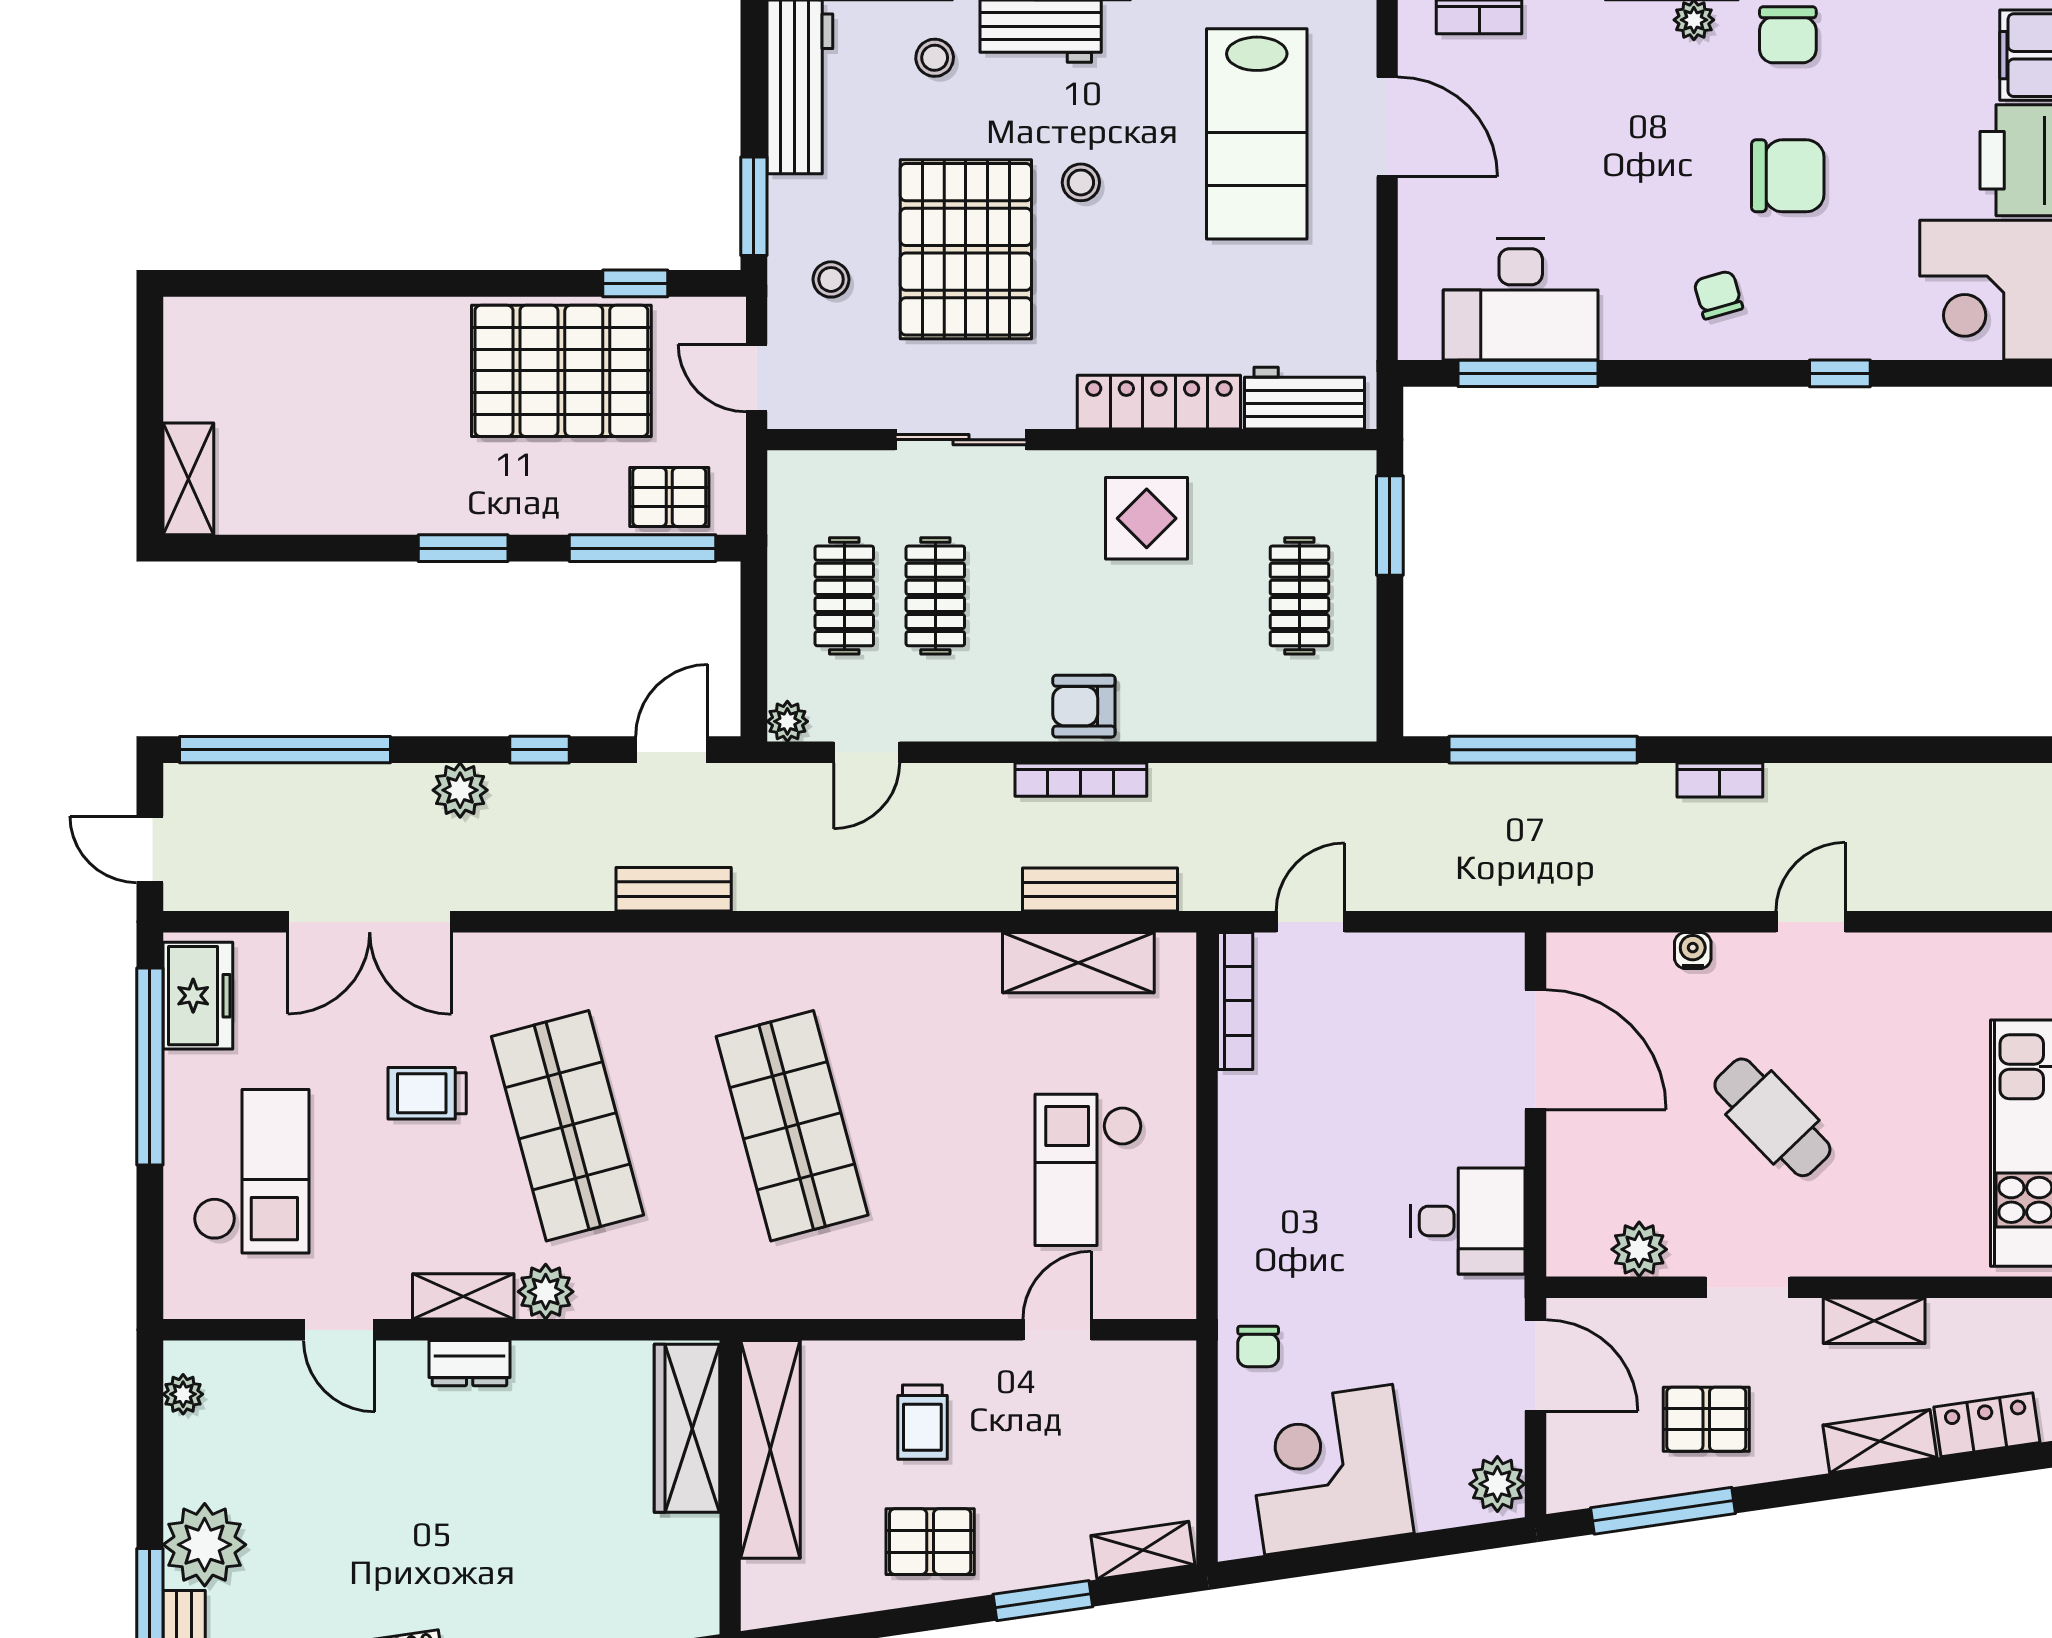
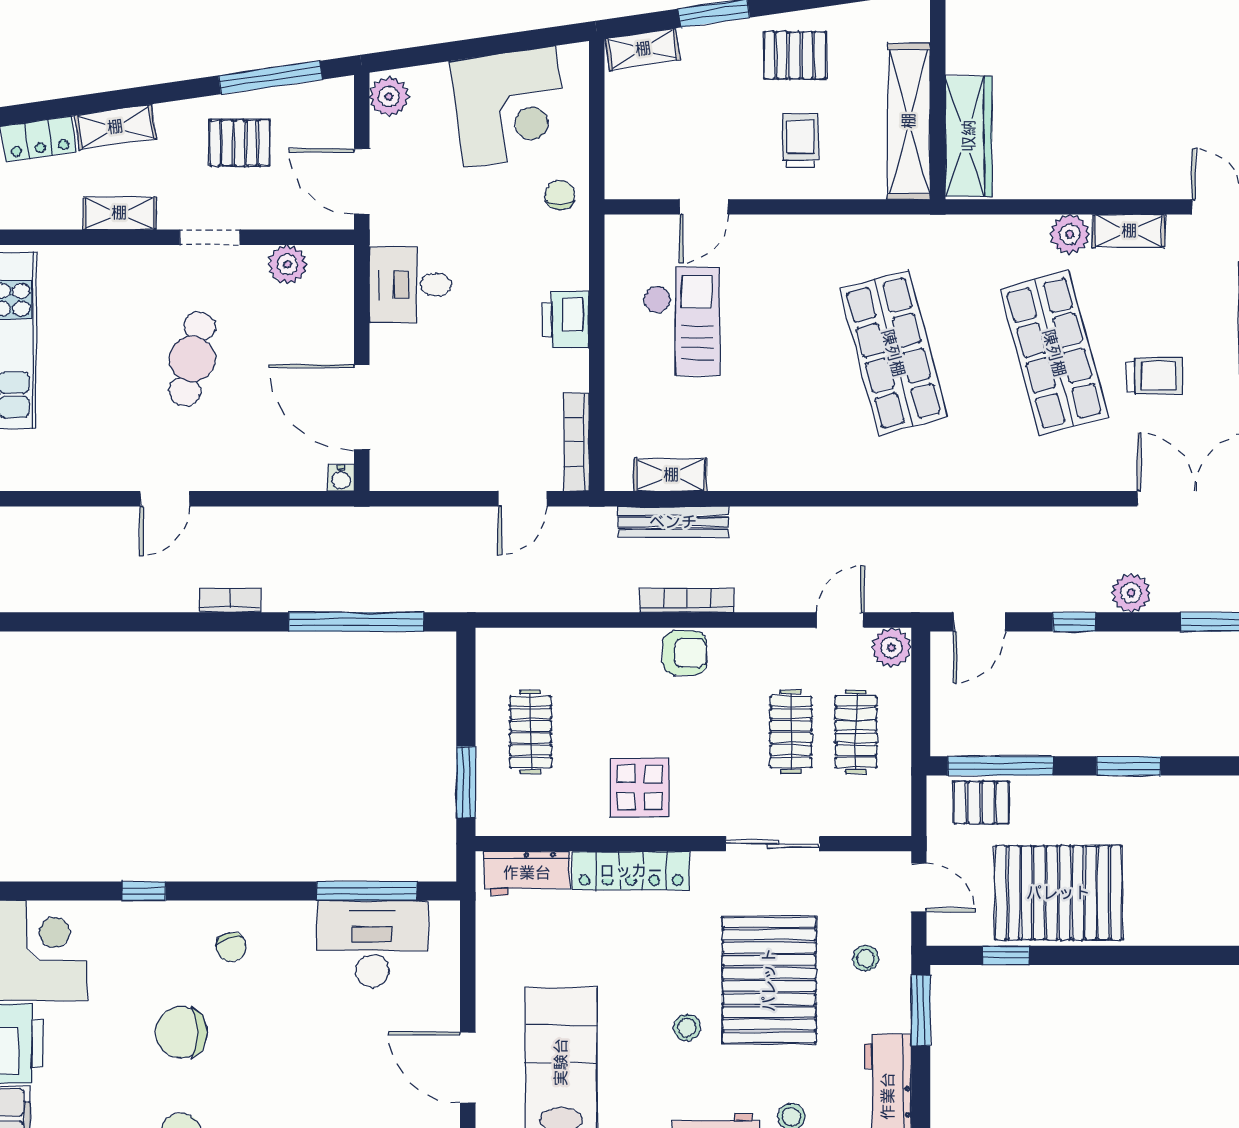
plant: (787, 721) -> (891, 647), width x1.38, depth x1.38
bench: (674, 889) -> (978, 522), removed
water cooler: (1693, 951) -> (341, 478), moved
shelving: (1078, 963) -> (671, 475), width x0.67, depth x0.75
cafe table: (1772, 1117) -> (192, 359), turned 57
printer: (1250, 1172) -> (566, 320), added
dresser: (470, 1363) -> (1124, 183), removed

